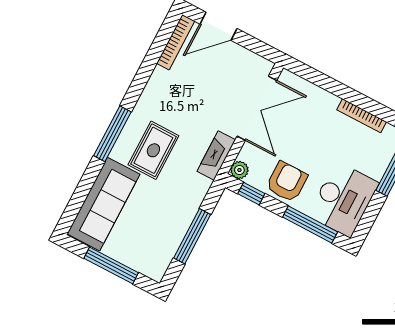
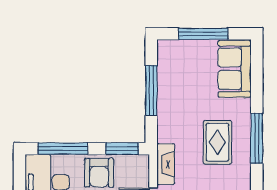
plant: (239, 170) -> (141, 162), removed
window: (251, 194) -> (122, 149), width x1.50
sofa: (103, 204) -> (235, 69), width x0.73

